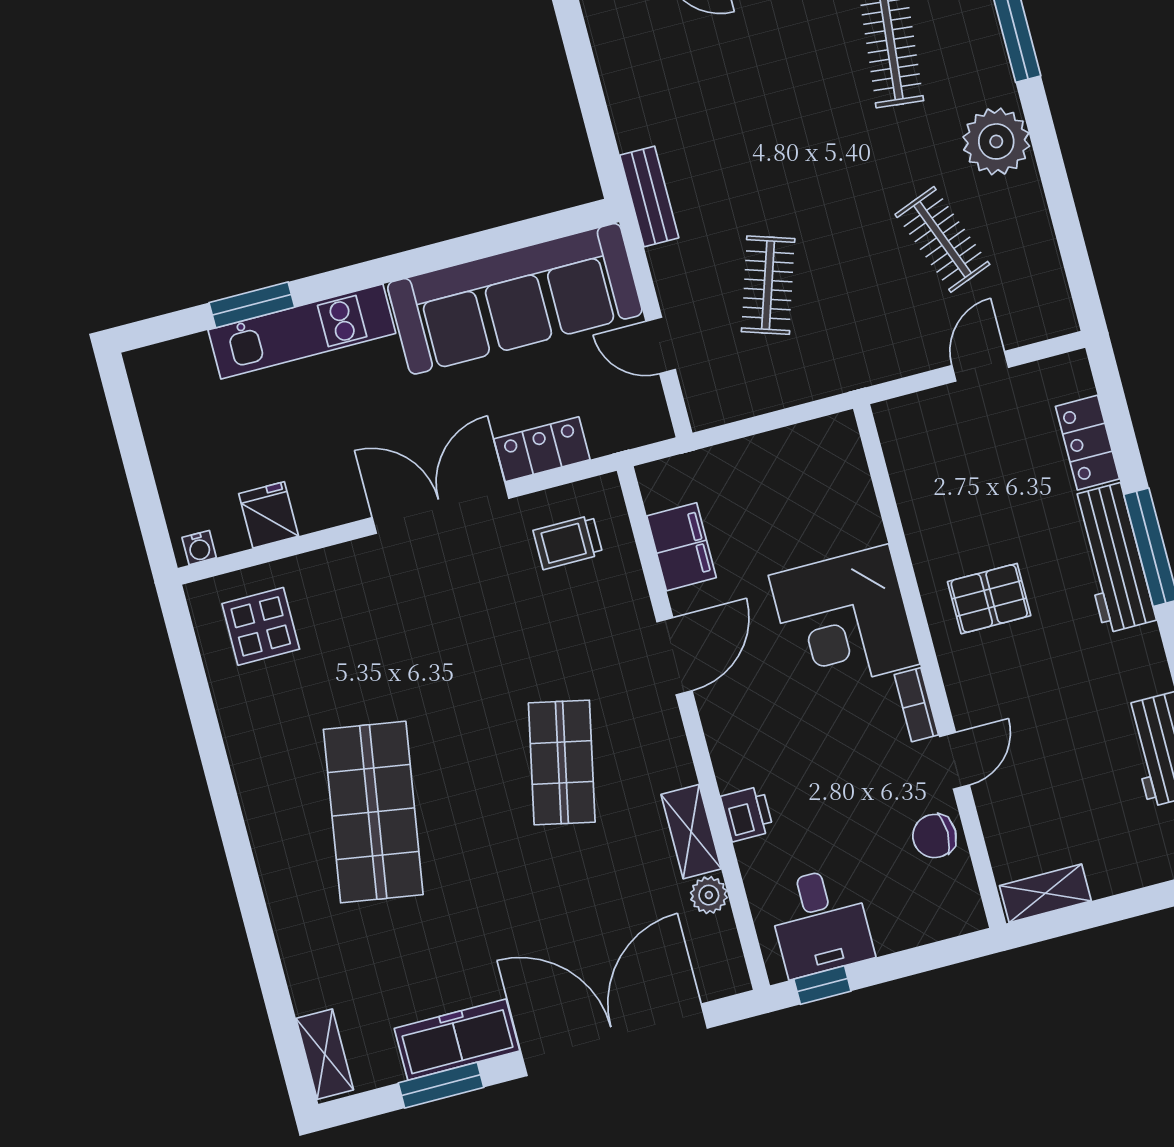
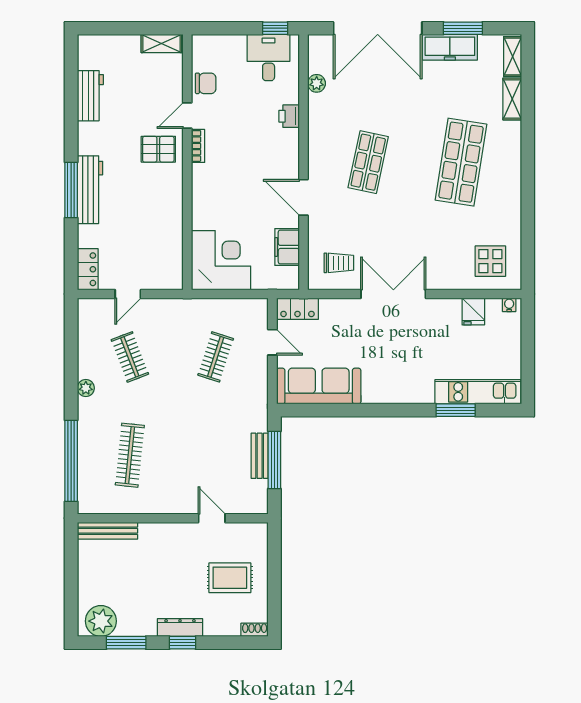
window: (593, 107) -> (274, 460), added
plant: (996, 141) -> (86, 388), width x0.53, depth x0.53
bench: (649, 197) -> (260, 456), moved
sofa: (515, 299) -> (319, 386), width x0.74, depth x0.79
kitchen unit: (302, 332) -> (478, 392), moved
locker: (1087, 443) -> (88, 269), moved
locker: (542, 449) -> (297, 309), moved
double door: (441, 508) -> (393, 294), swing flipped
pallet: (989, 599) -> (158, 149), moved
corner desk: (844, 620) -> (221, 260), moved
door: (674, 656) -> (304, 197), hinge flipped
shelving: (691, 832) -> (512, 99), moved

